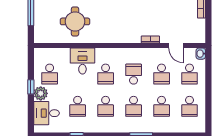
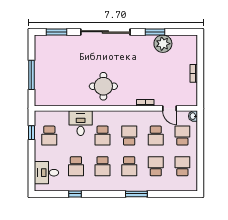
round table: (75, 21) -> (103, 86), moved
school desk: (189, 74) -> (182, 136), turned 180
window: (31, 87) -> (31, 133), moved
plant: (41, 93) -> (41, 154), removed
school desk: (162, 106) -> (156, 166), turned 180
school desk: (189, 106) -> (182, 166), turned 180

